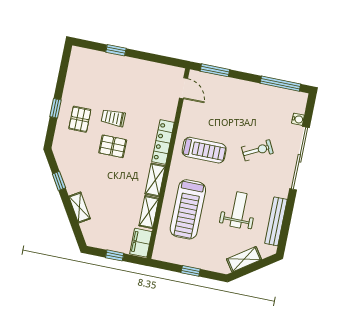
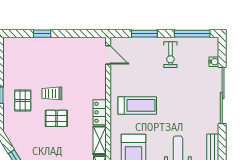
window: (215, 70) -> (144, 34), moved
locker: (163, 142) -> (100, 112), width x0.66
exercise bike: (257, 150) -> (170, 55), moved, turned 117

